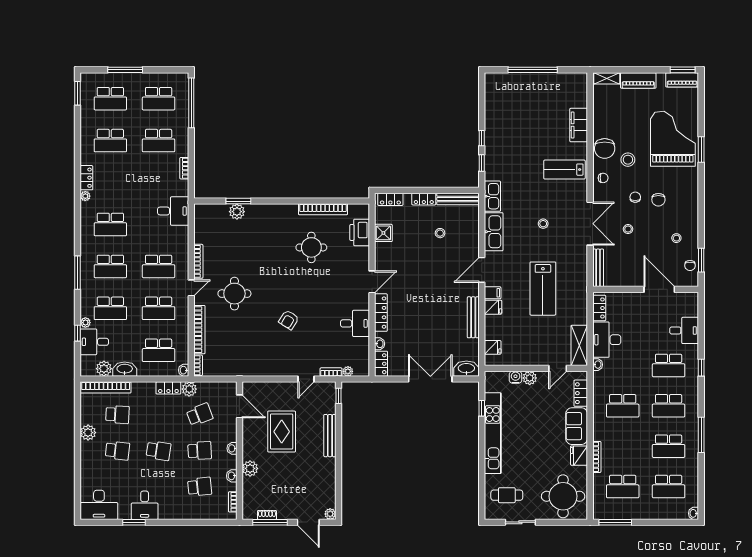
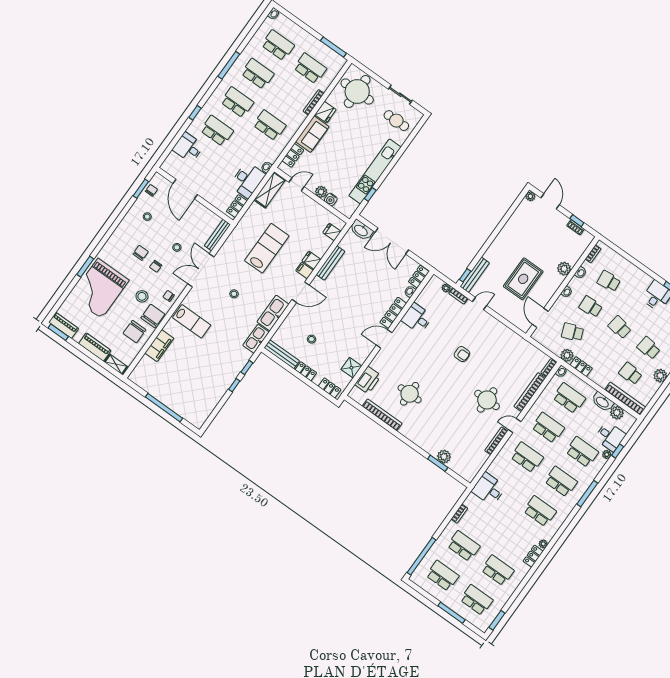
chair: (611, 122) -> (134, 332), added
armchair: (289, 320) -> (462, 354), turned 58
bench: (330, 436) -> (475, 275), moved
window: (270, 522) -> (577, 221), width x0.46

